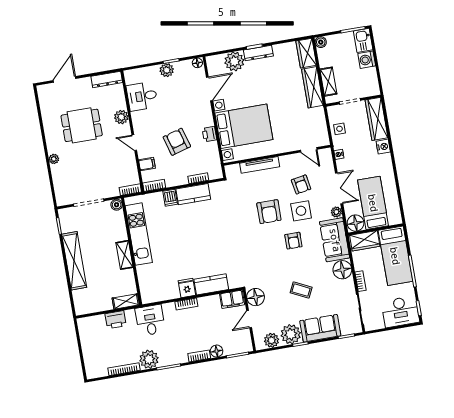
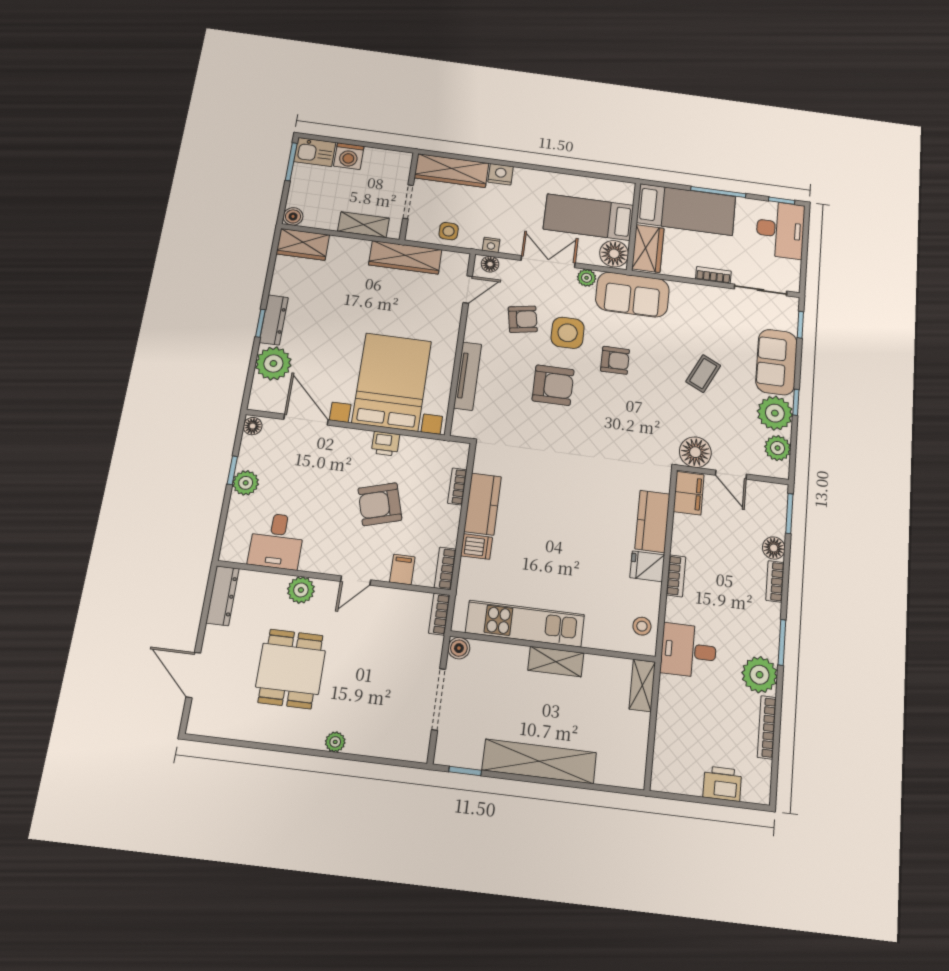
wardrobe: (313, 87) -> (405, 257), moved
floor lamp: (342, 270) -> (490, 264), moved, width x0.53, depth x0.53
stool: (155, 293) -> (642, 626), added
printer: (116, 320) -> (722, 784), moved, turned -90

